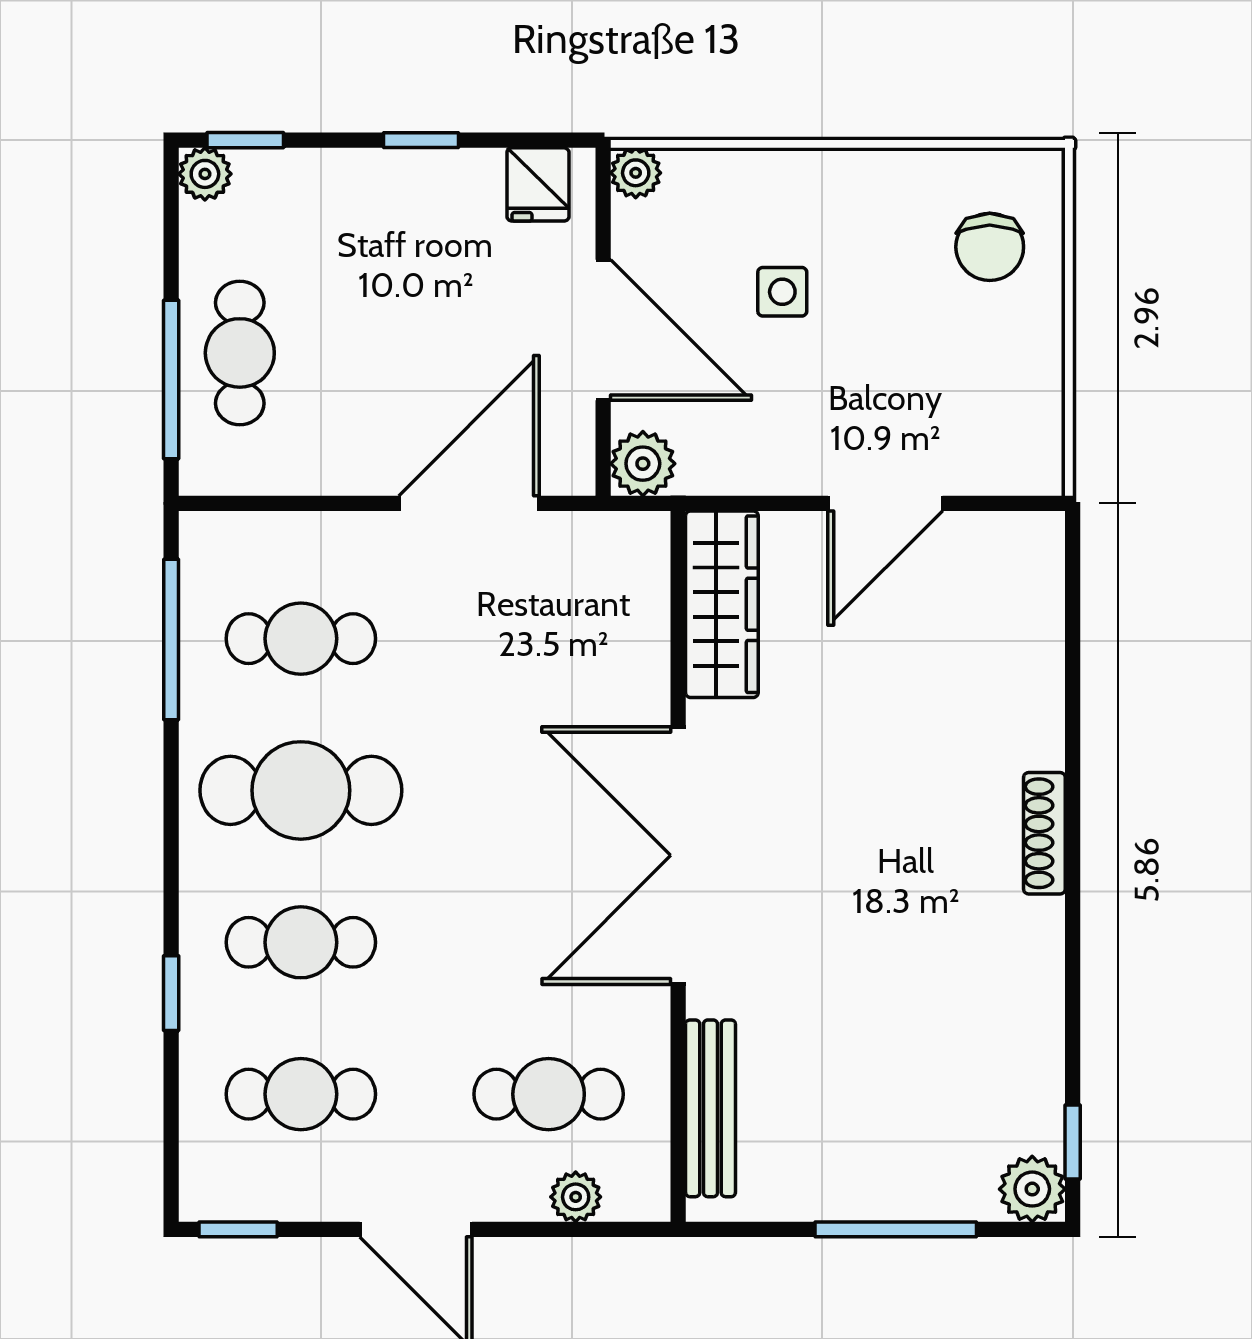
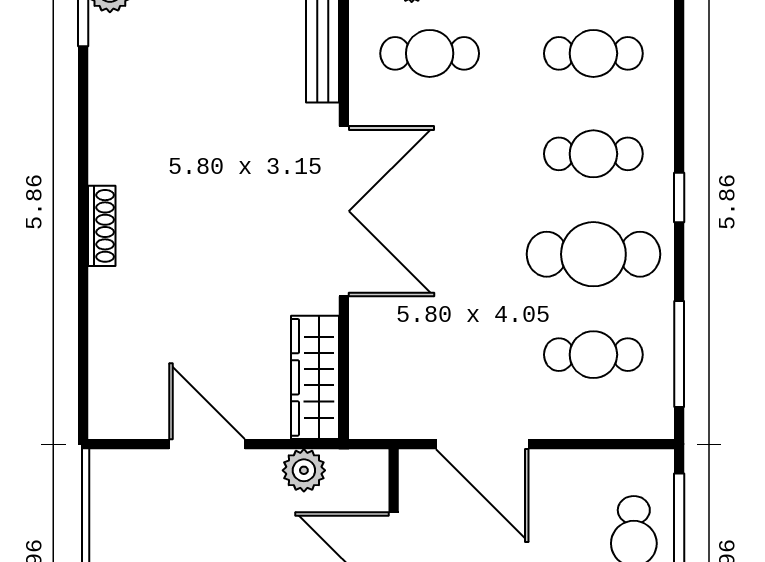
plant: (643, 464) -> (304, 470), moved
door: (469, 503) -> (482, 444), hinge flipped
door: (885, 503) -> (207, 444), hinge flipped
window: (171, 993) -> (679, 197), moved

